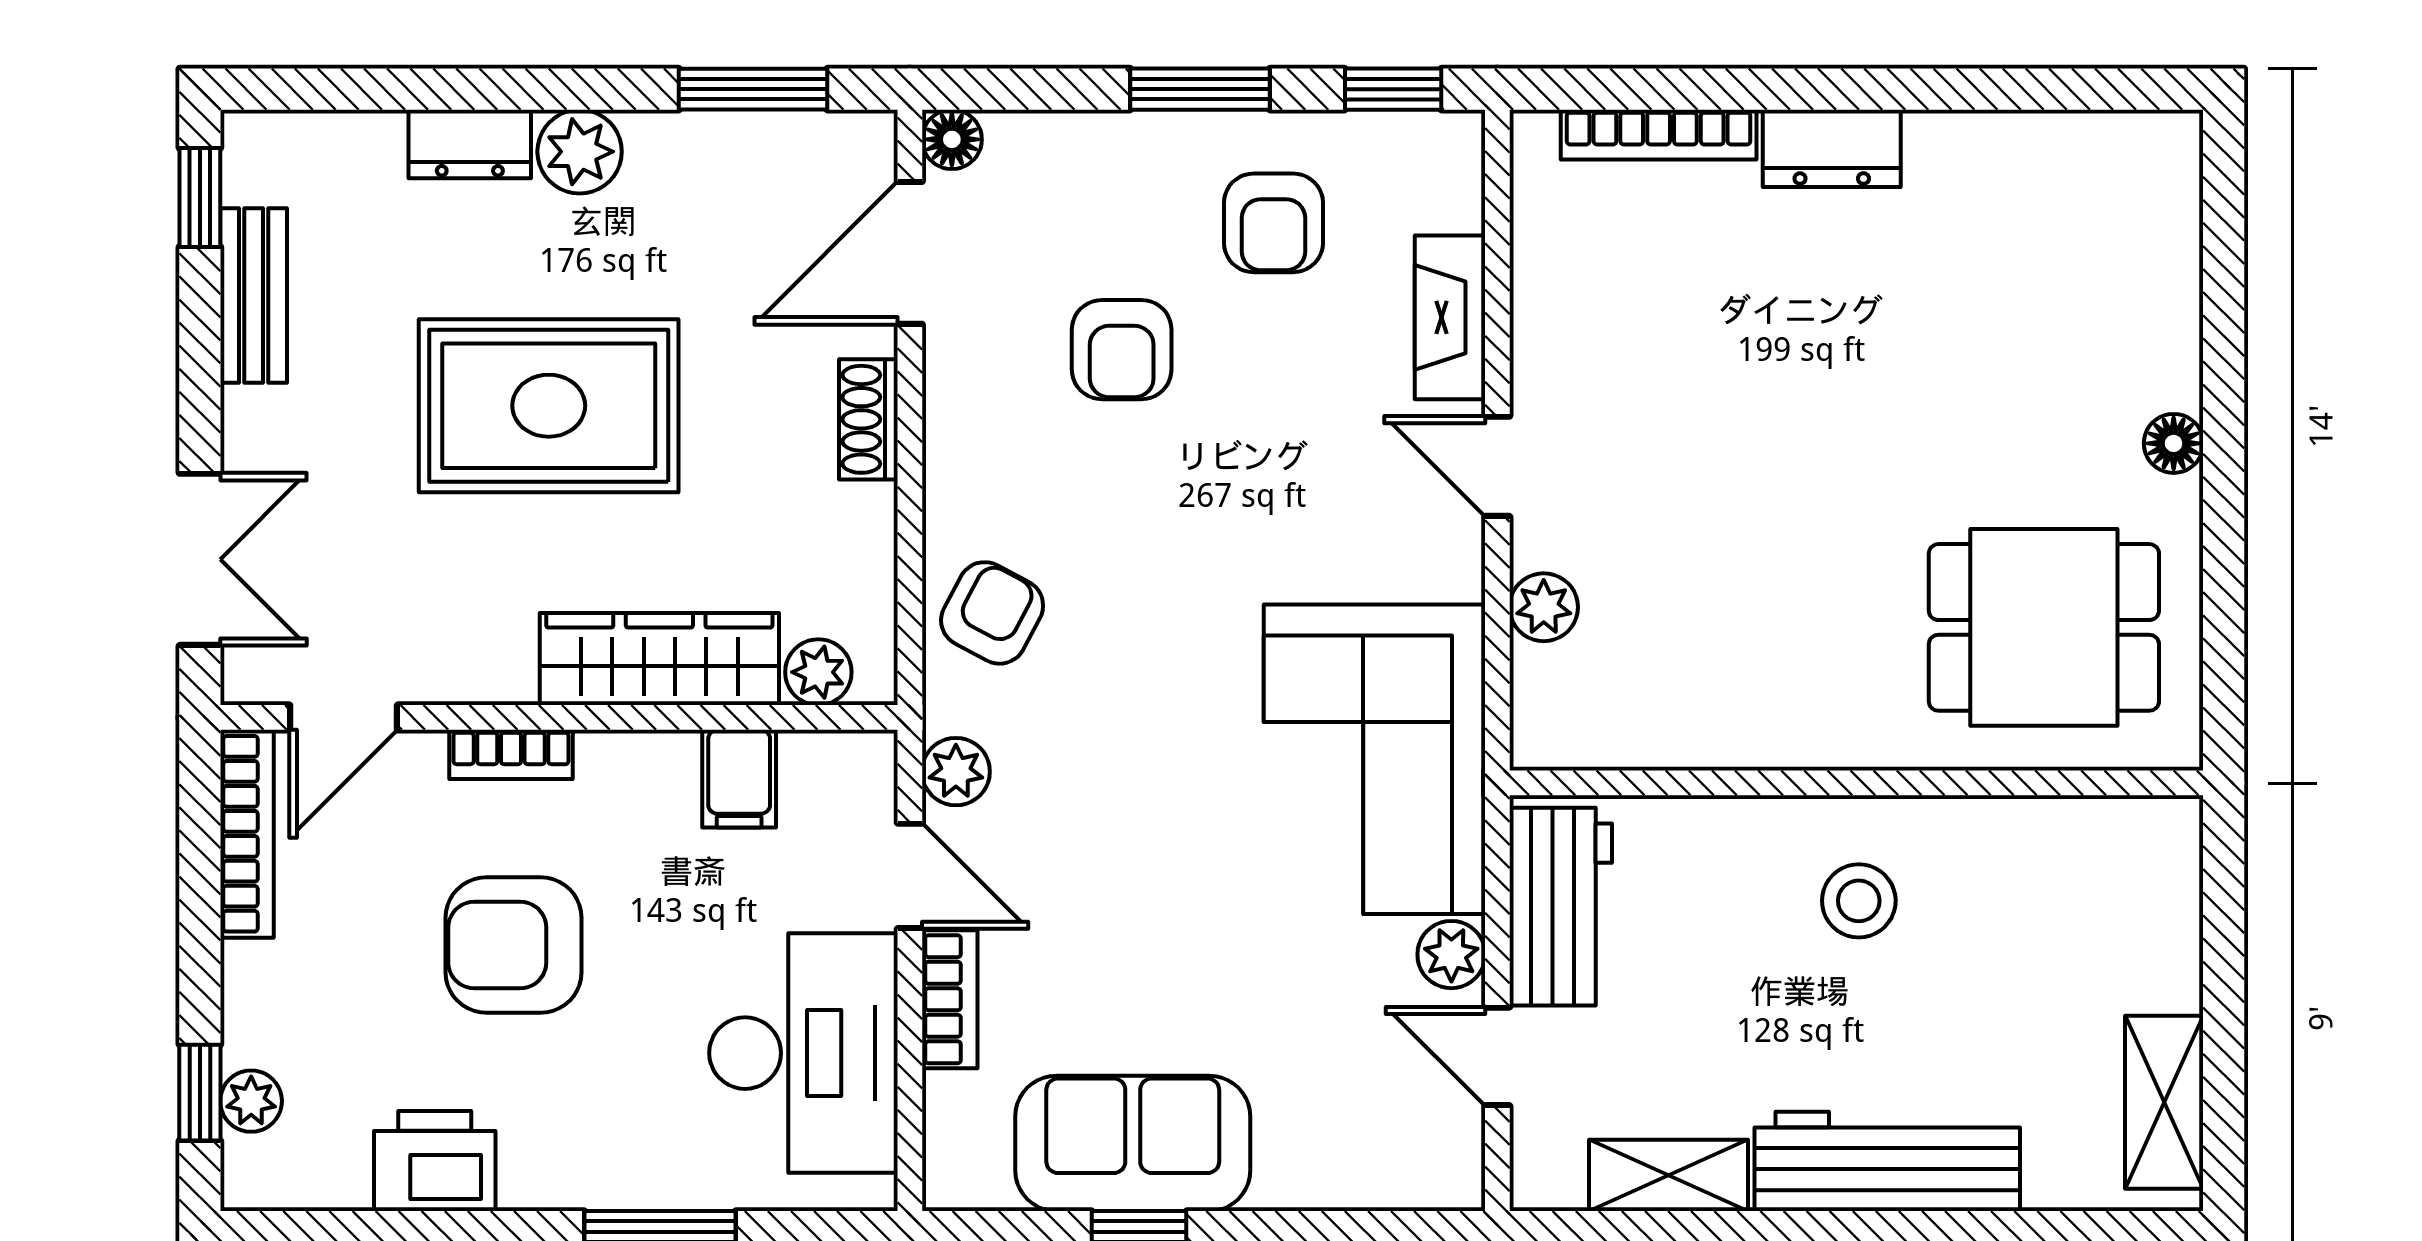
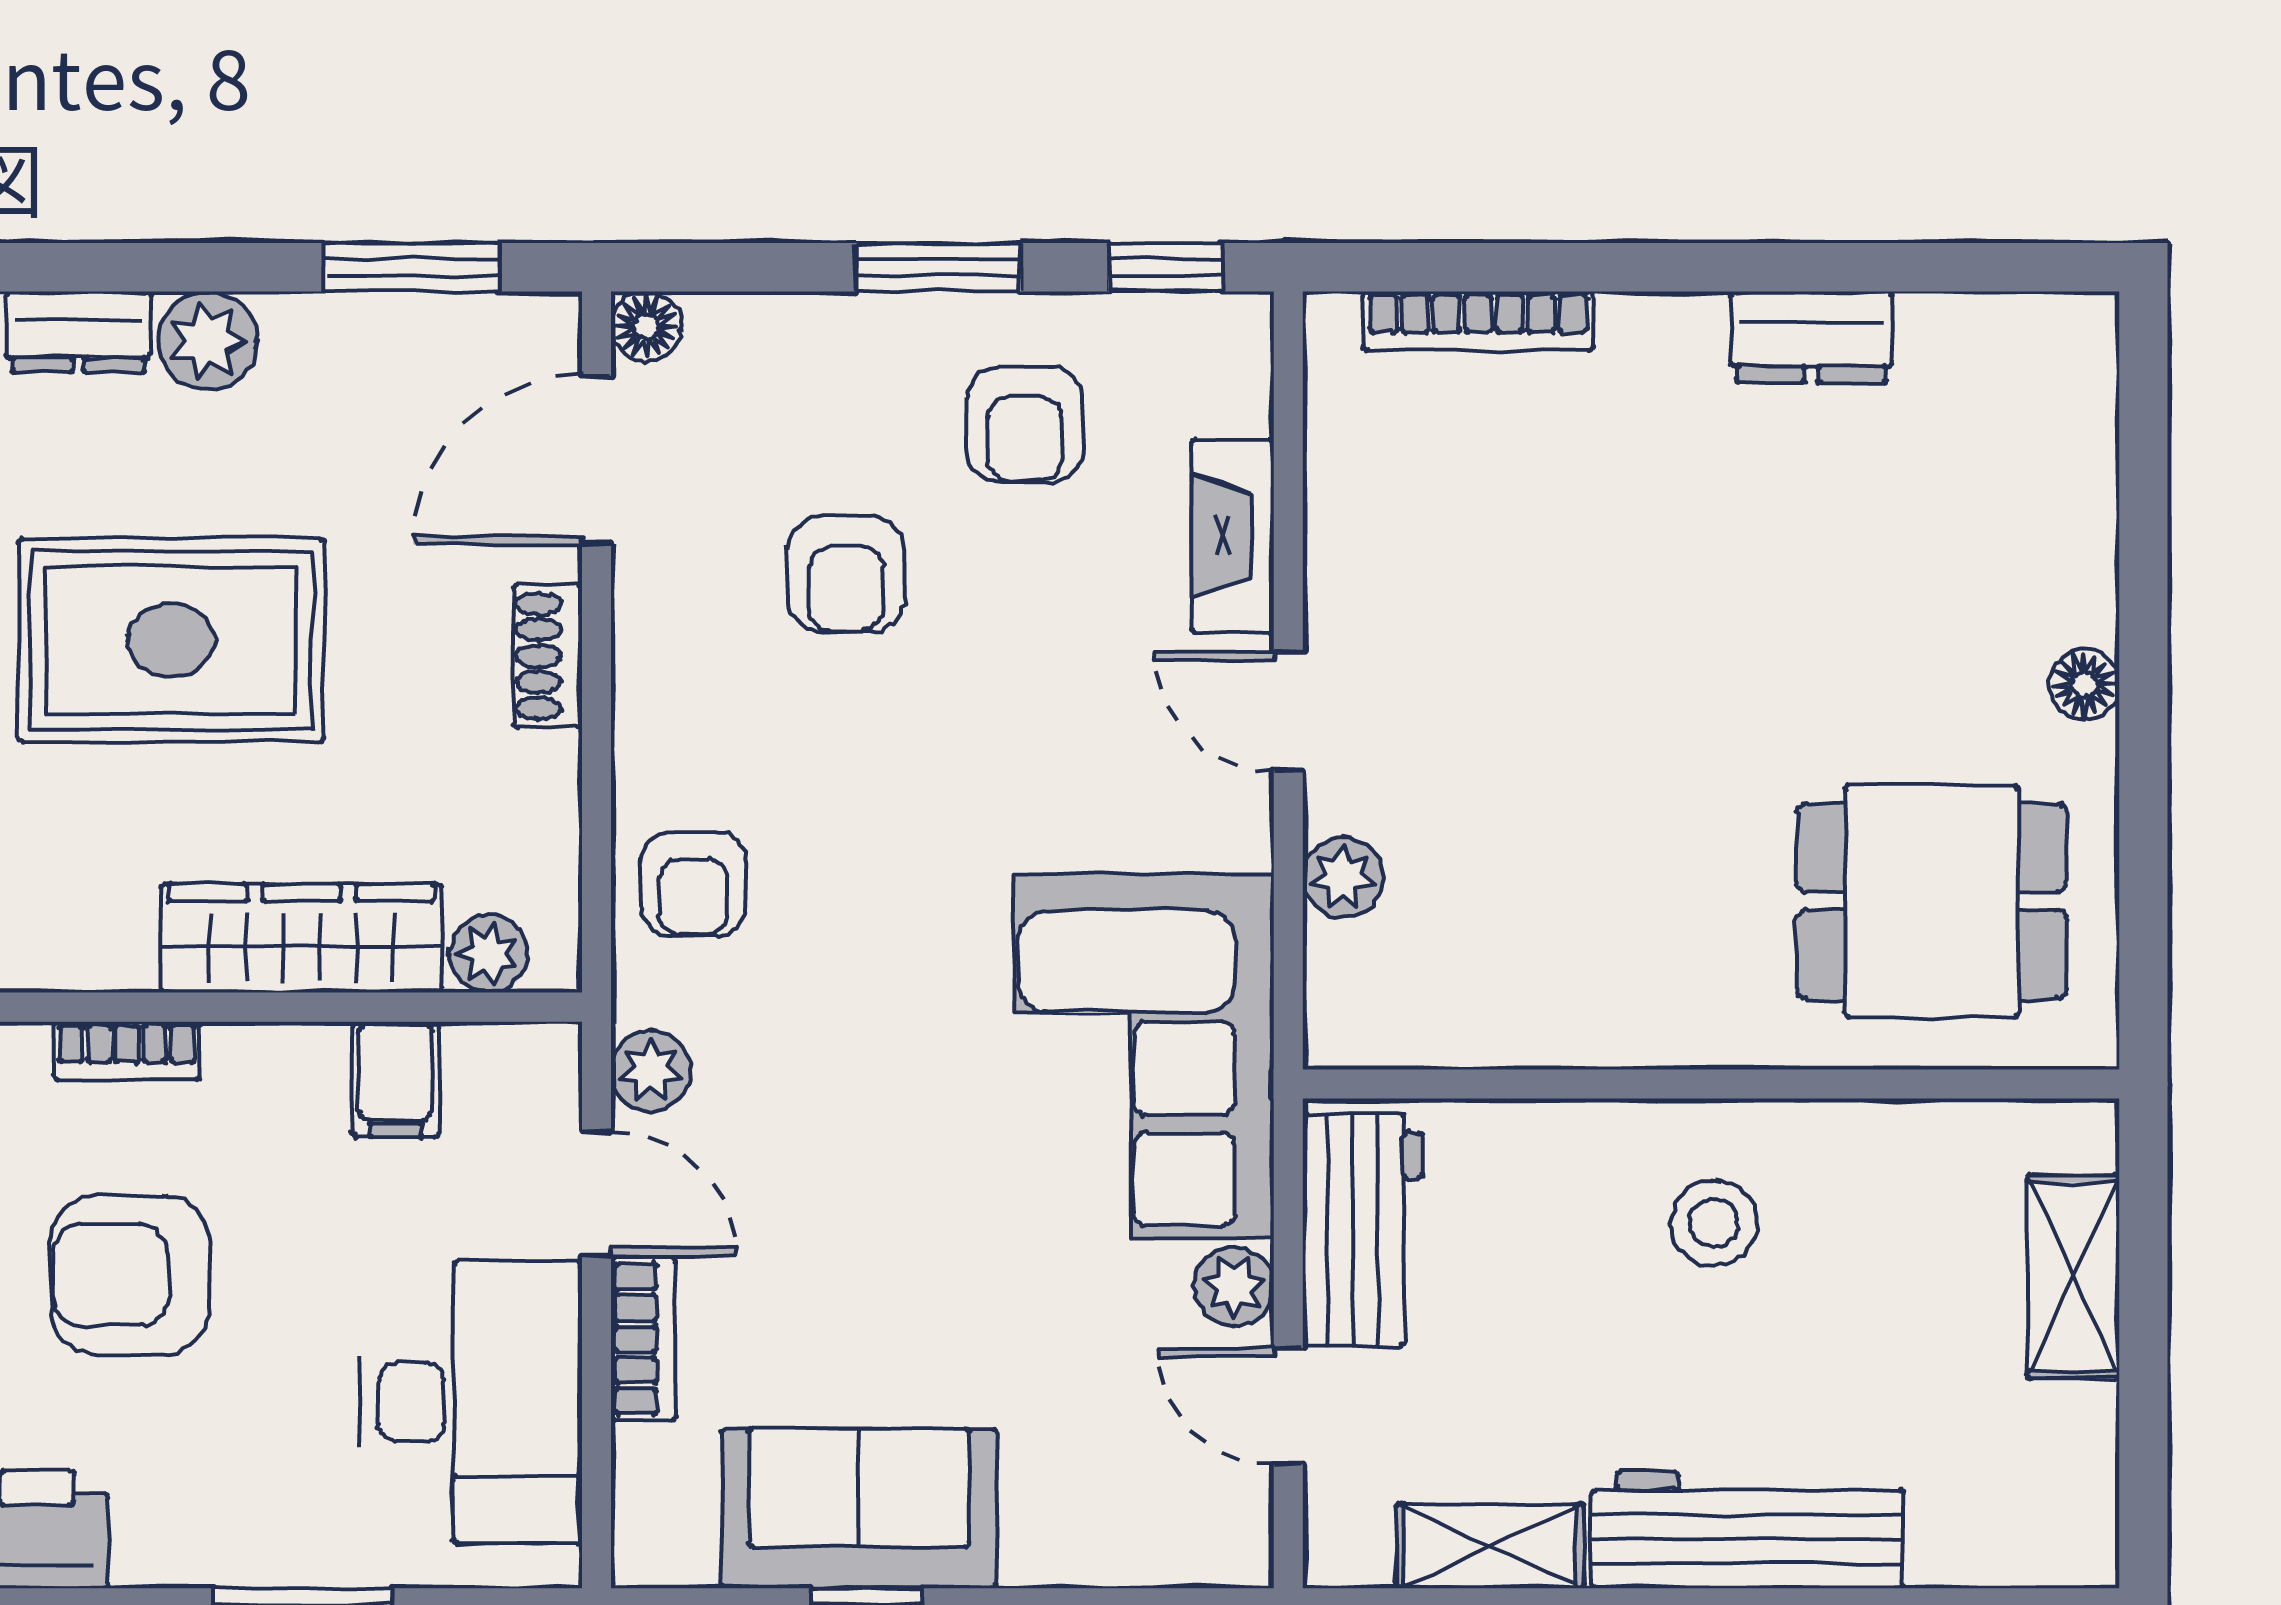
dresser: (1832, 148) -> (1811, 337), moved
armchair: (992, 613) -> (693, 884), turned 152
shelving: (2164, 1102) -> (2074, 1276), moved

